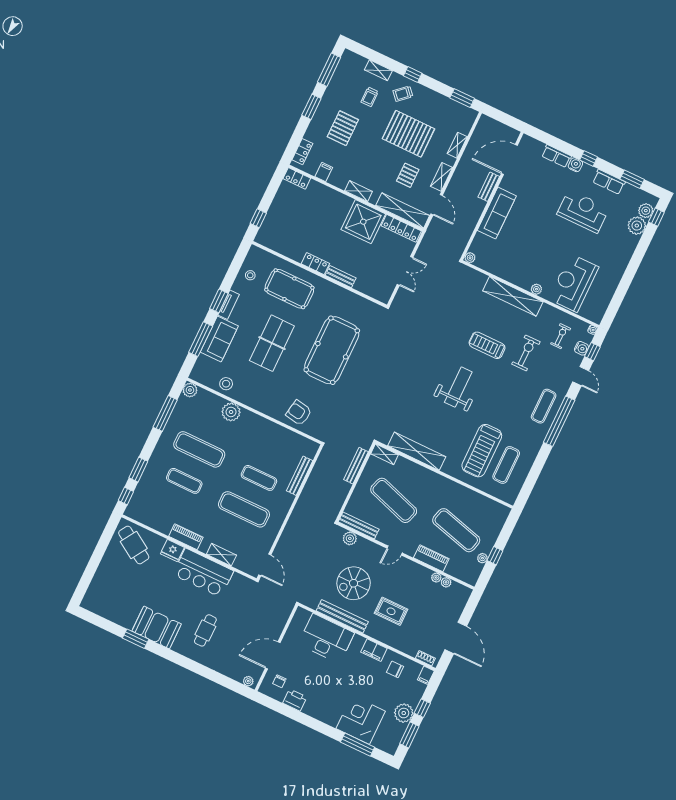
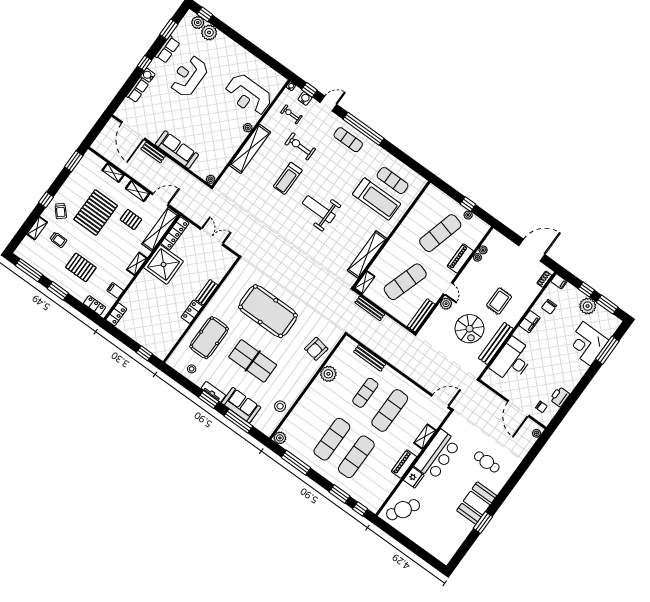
plant: (231, 412) -> (328, 374), moved
exercise mat: (184, 481) -> (356, 457), width x1.36, depth x1.45
plant: (350, 538) -> (446, 304), moved

